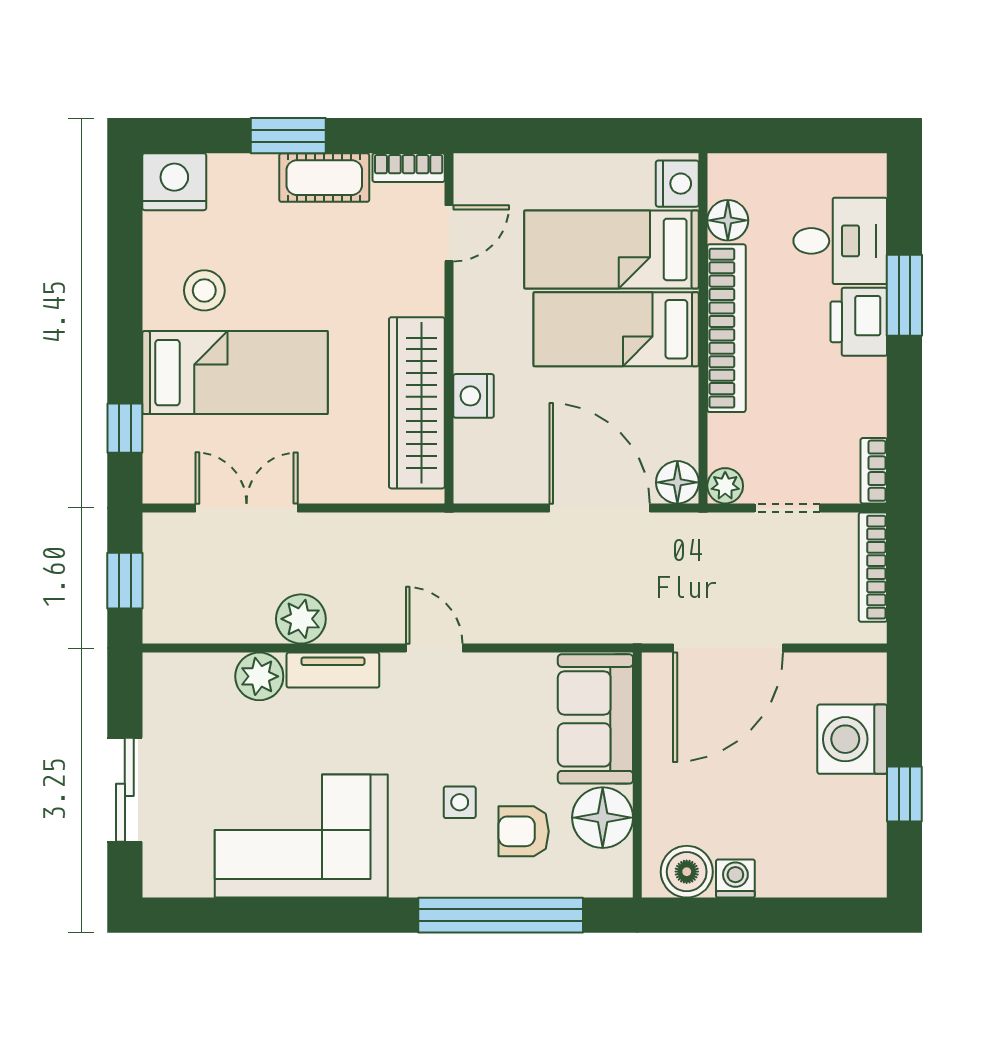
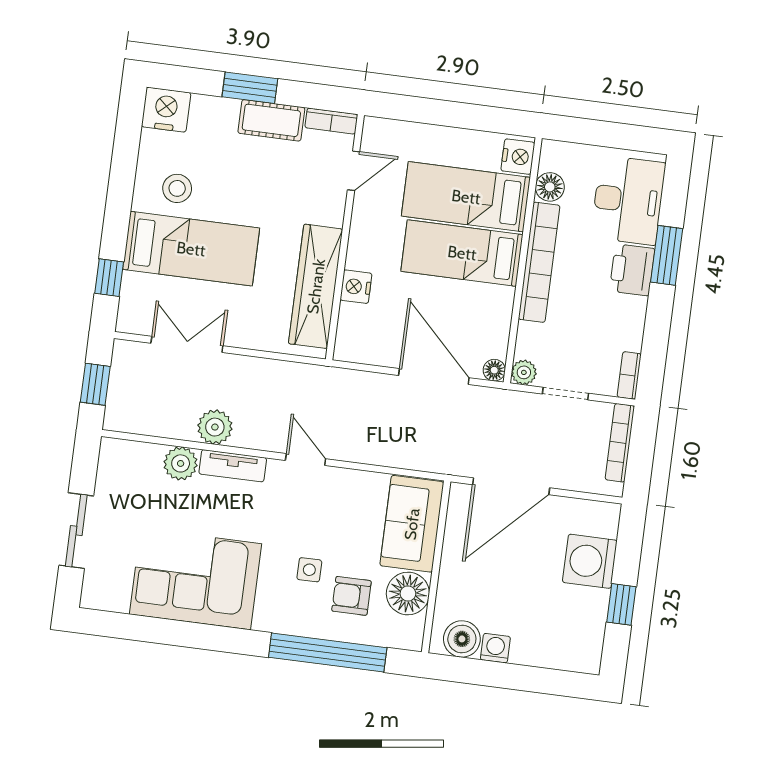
desk: (840, 241) -> (628, 200), width x1.37
floor lamp: (677, 482) -> (494, 370), width x0.73, depth x0.73

